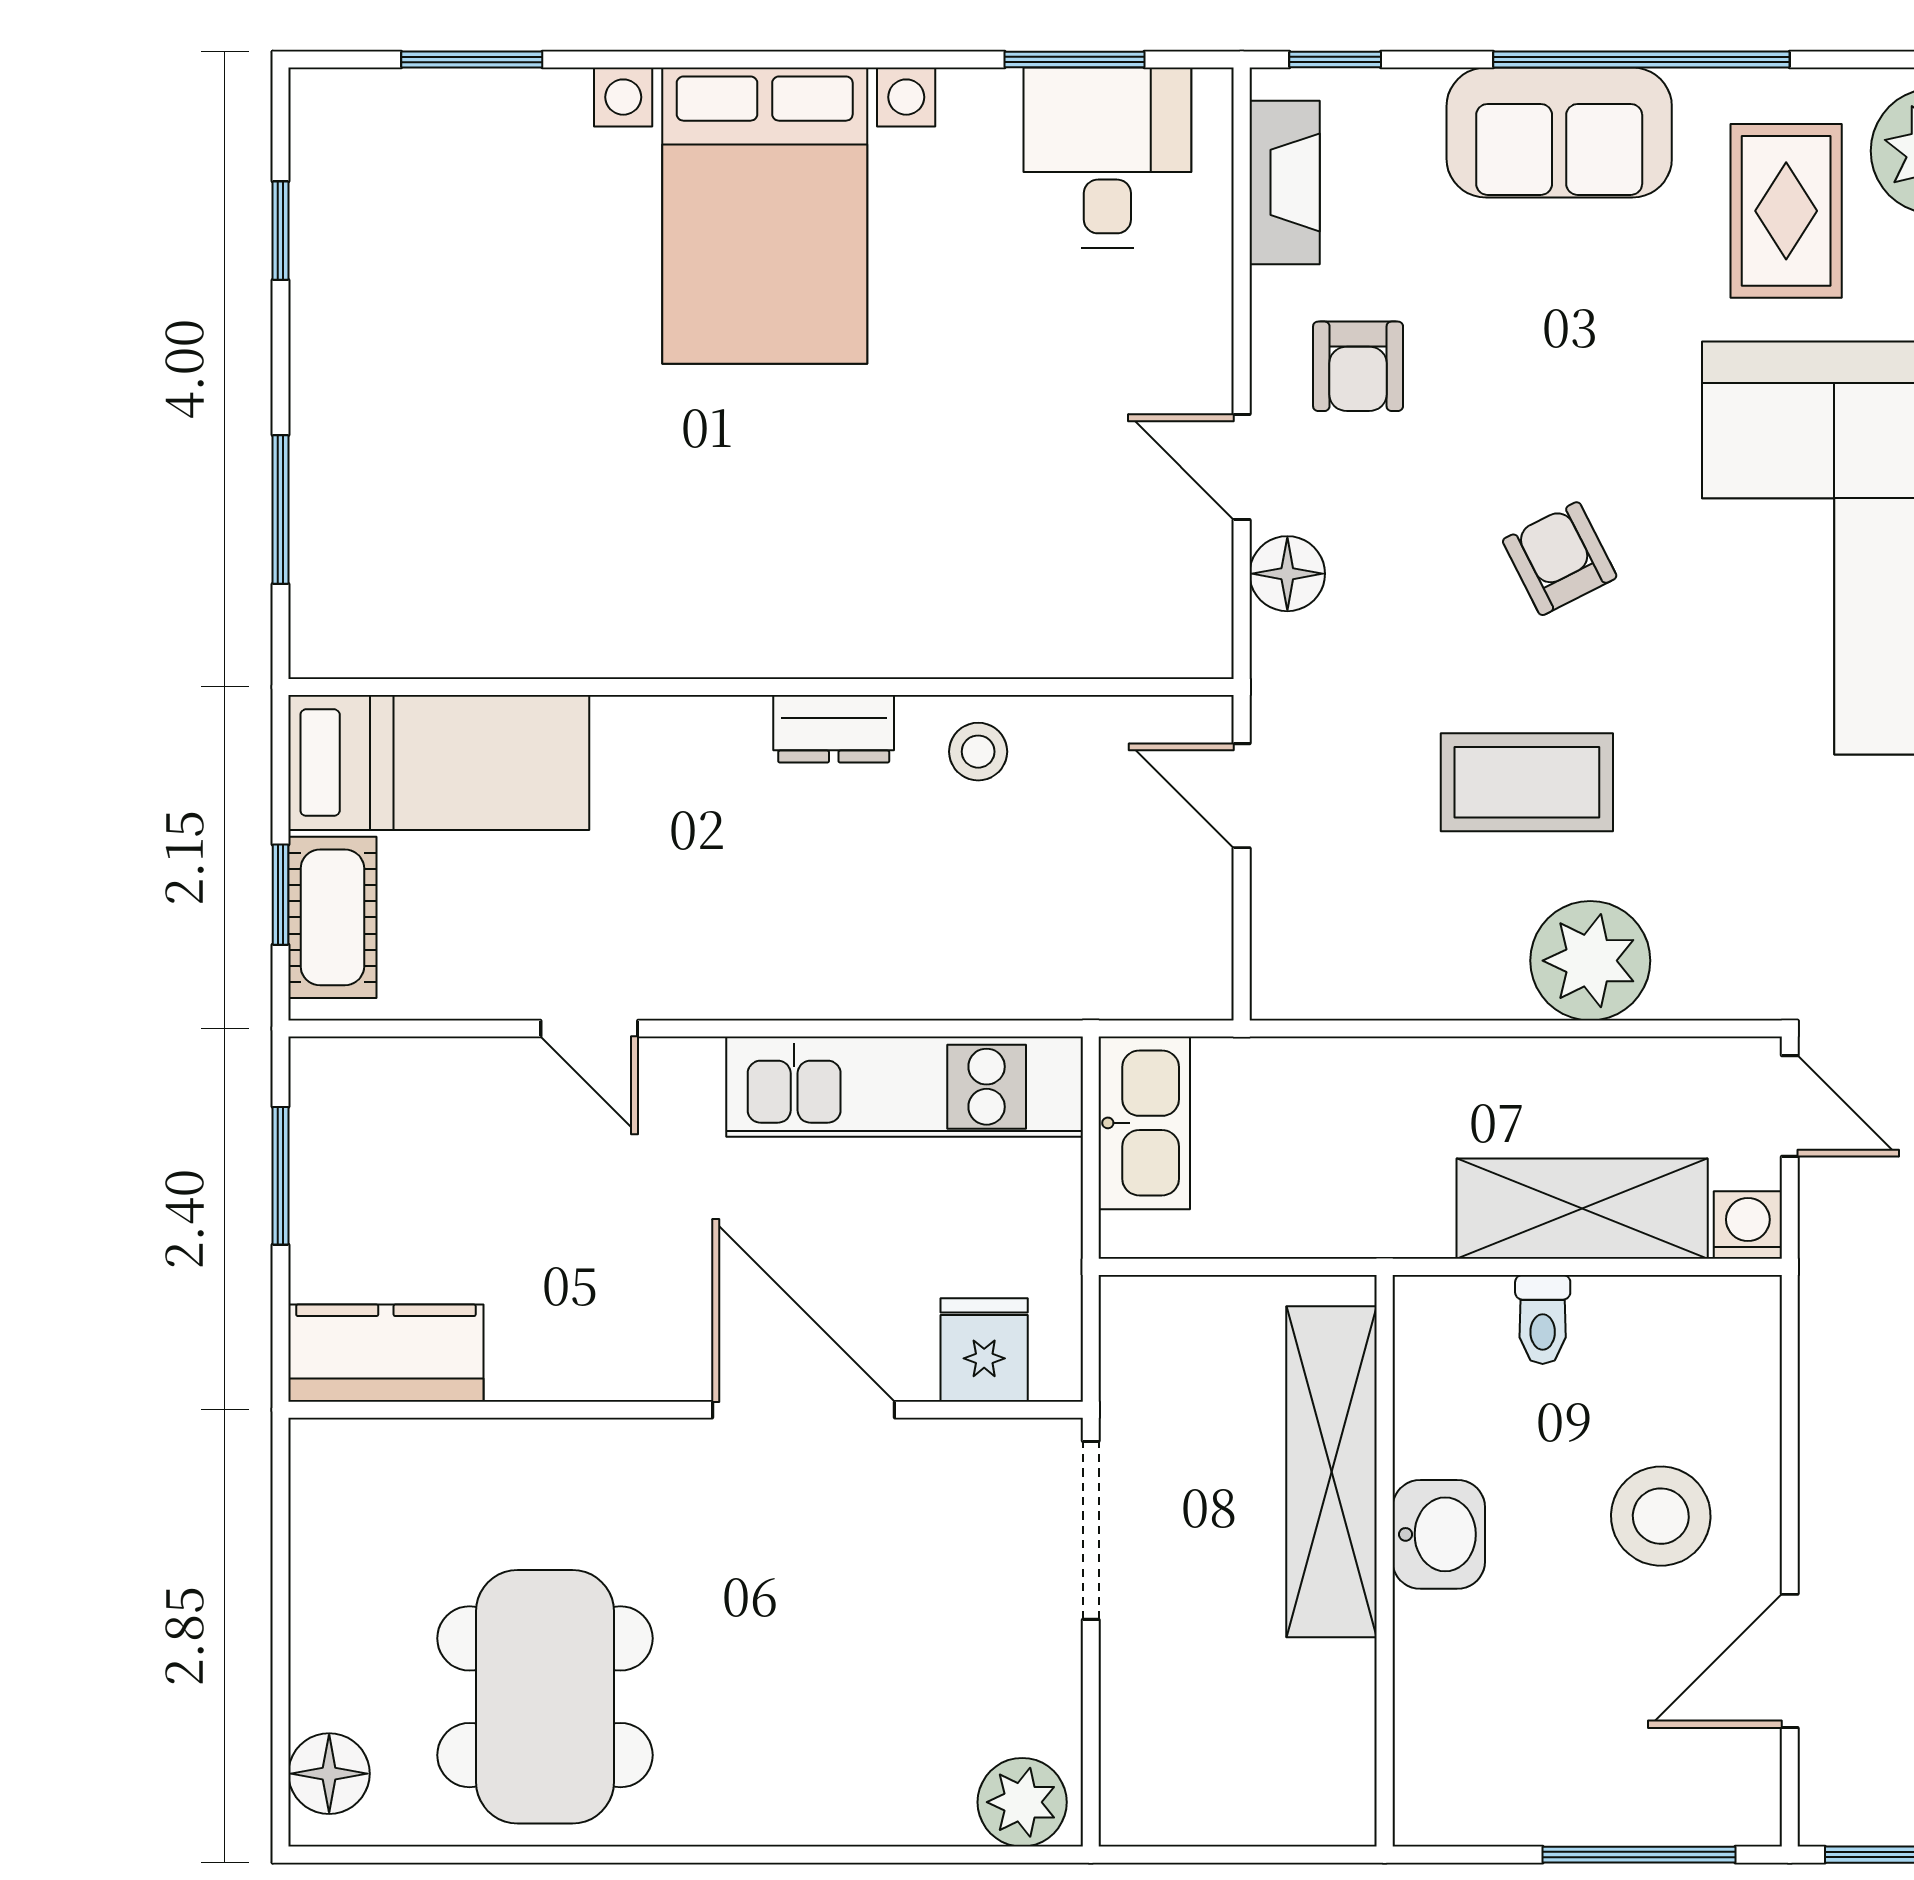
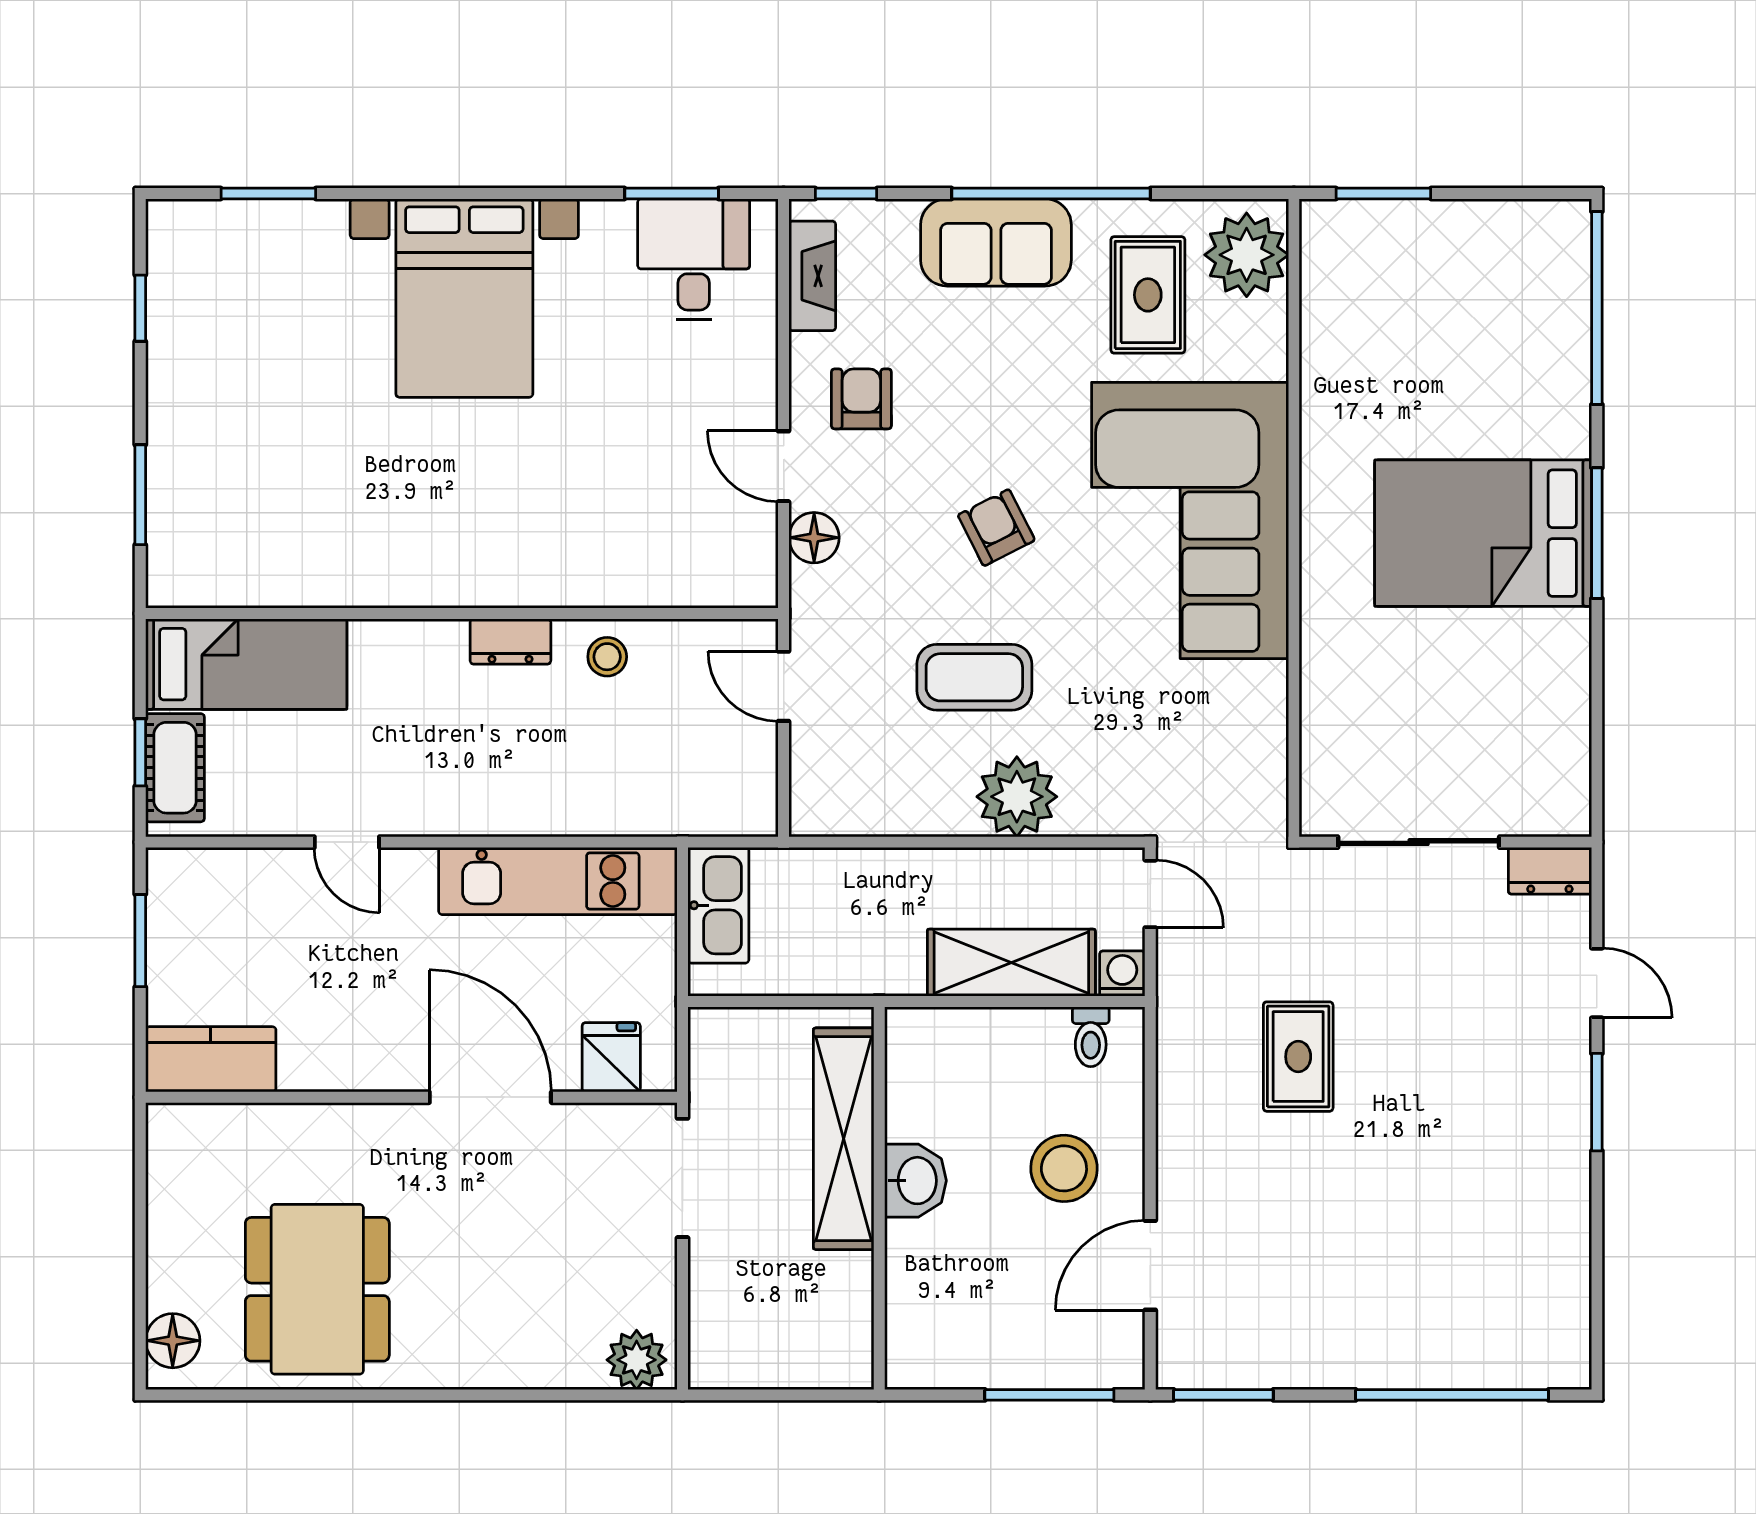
armchair: (1358, 366) -> (861, 399), turned 180
toilet: (1543, 1319) -> (1091, 1037), moved

